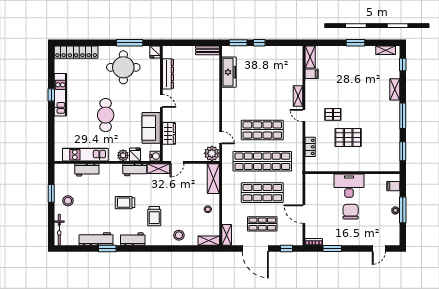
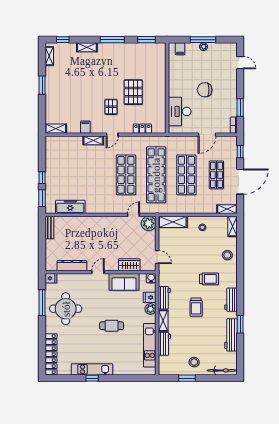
filing cabinet: (312, 74) -> (85, 127), moved
cafe table: (106, 115) -> (112, 326), width x0.73, depth x0.74
shelving: (159, 169) -> (163, 321), moved
desk: (349, 186) -> (180, 111), moved

